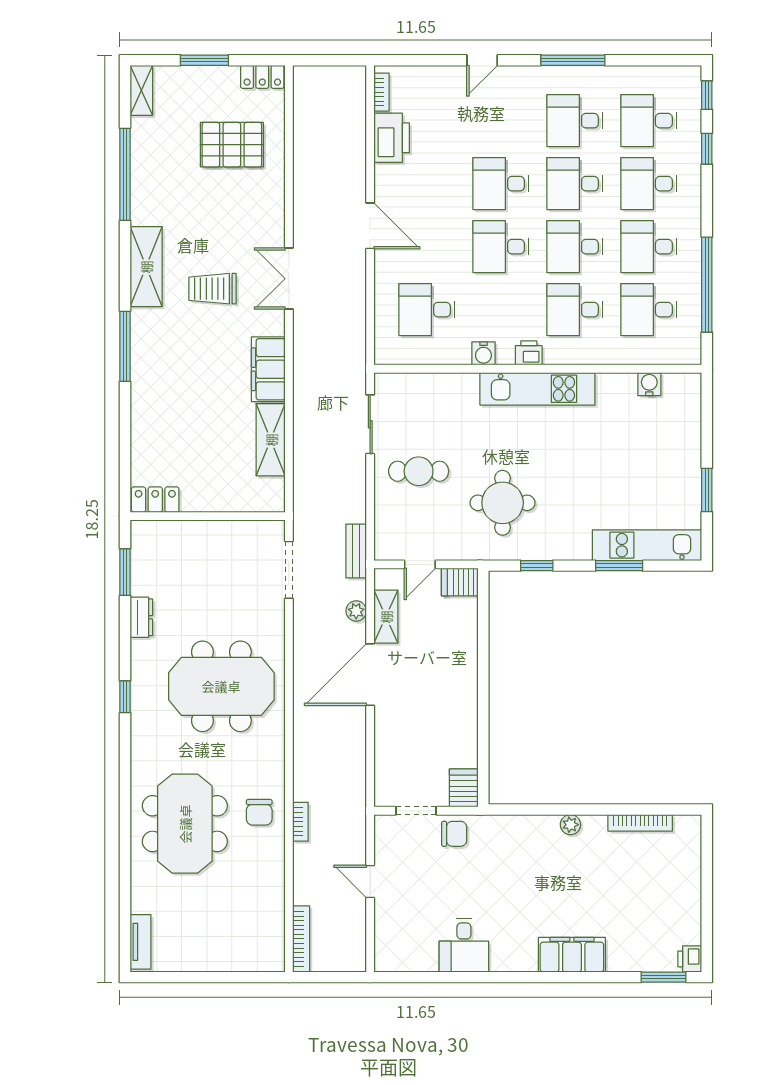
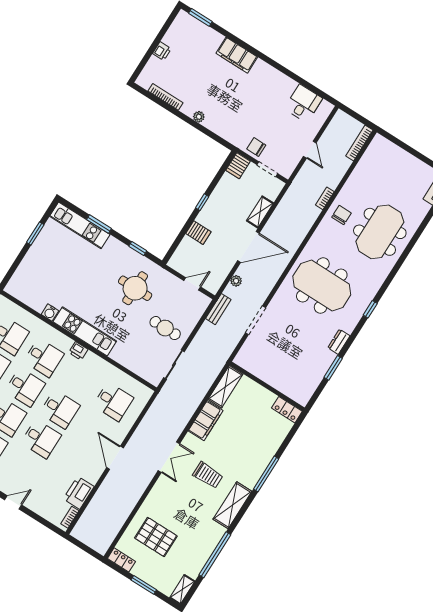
water cooler: (483, 353) -> (100, 364), removed
water cooler: (649, 384) -> (50, 313), moved
locker: (155, 500) -> (287, 410), moved
wall: (208, 516) -> (267, 386), moved
server rack: (460, 582) -> (198, 233), moved
shelving: (386, 617) -> (260, 212), moved
window: (483, 698) -> (202, 202), added
desk: (464, 945) -> (303, 103), moved
printer: (690, 959) -> (162, 51), moved

